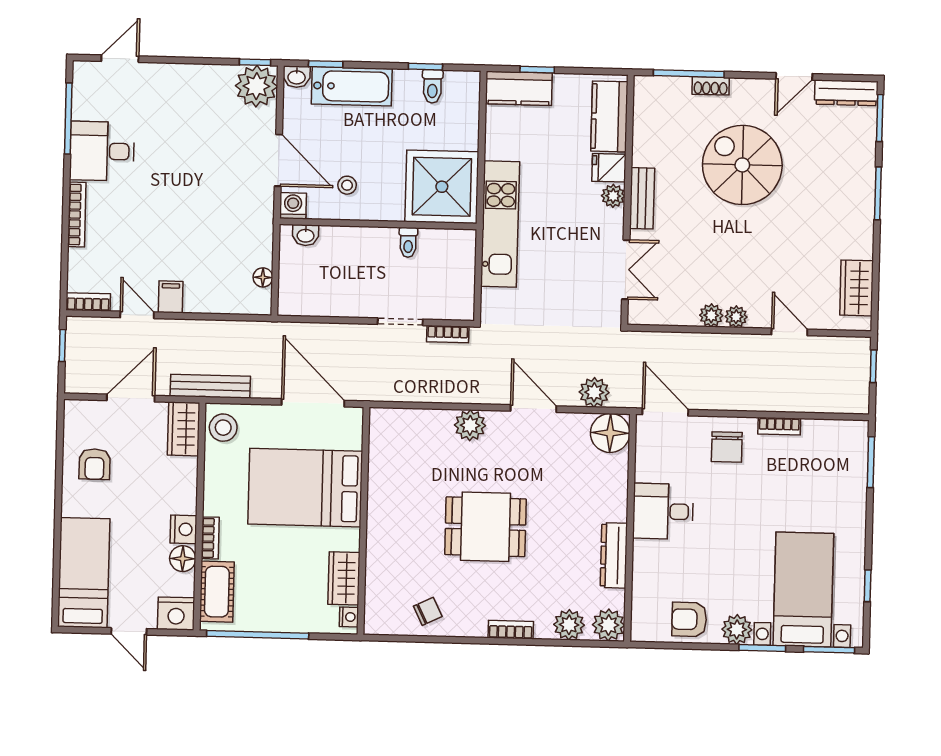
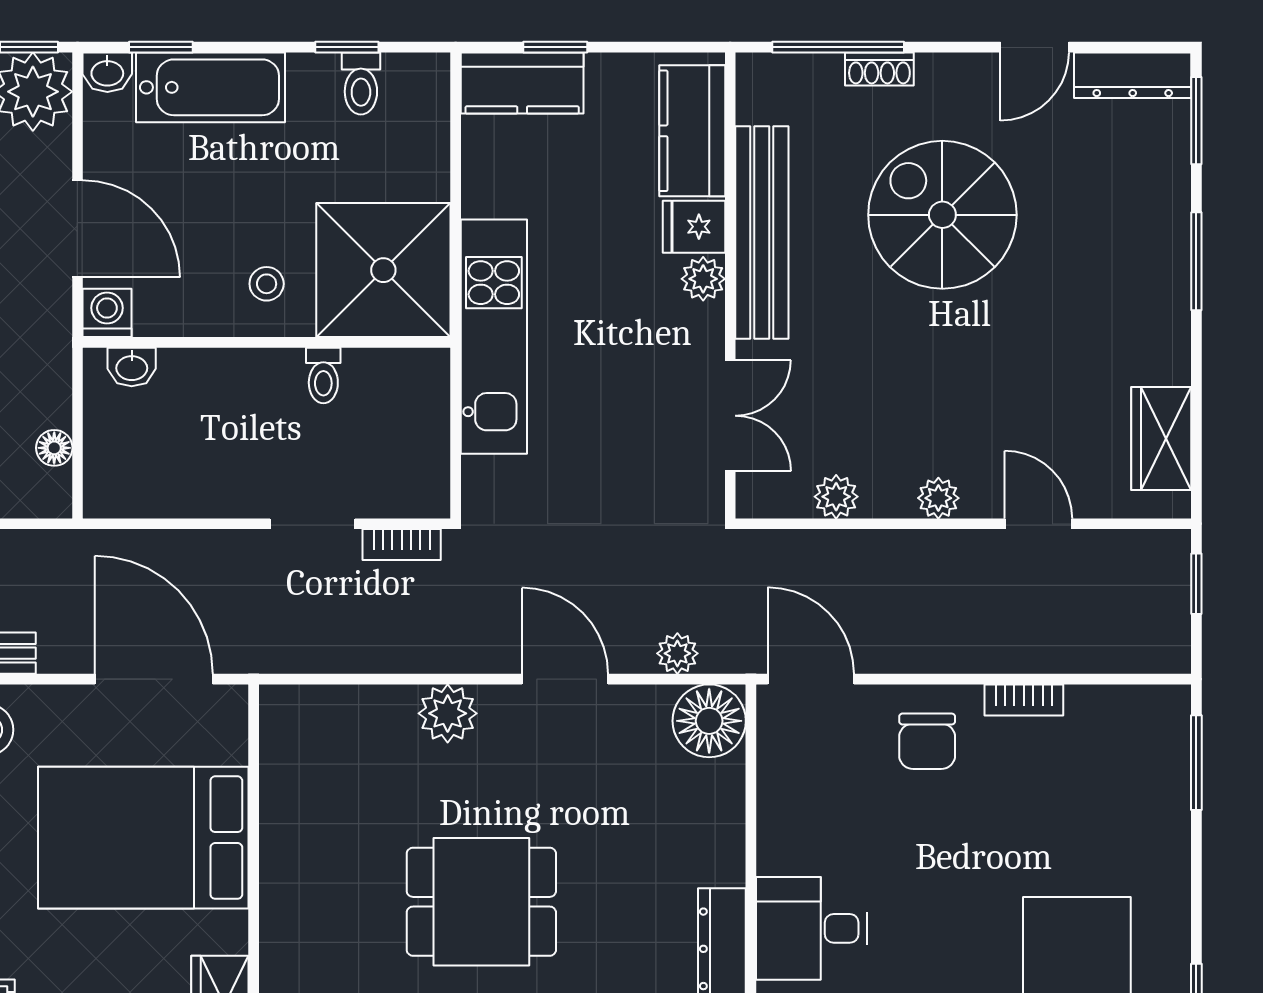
stool: (347, 185) -> (267, 284), moved
bench: (642, 198) -> (762, 233), width x1.86, depth x1.21
plant: (711, 315) -> (836, 497), moved
plant: (594, 392) -> (677, 653), width x0.73, depth x0.73
desk: (663, 511) -> (812, 928), moved

